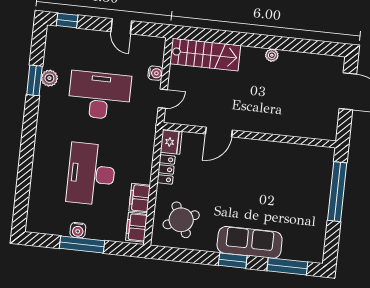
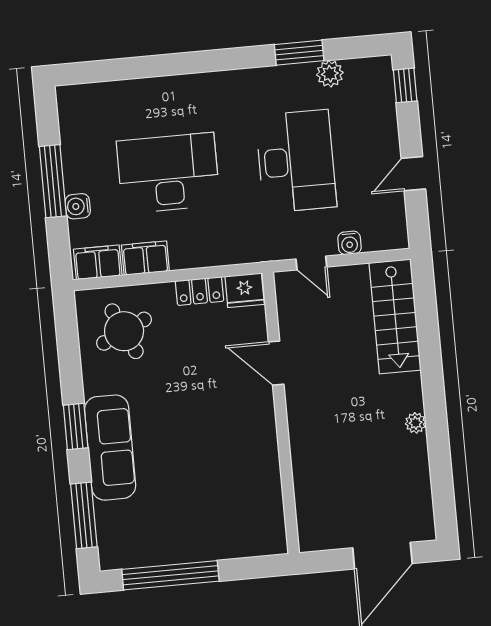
plant: (49, 78) -> (330, 74), moved
window: (337, 192) -> (170, 575), moved
water cooler: (78, 230) -> (78, 206), moved

